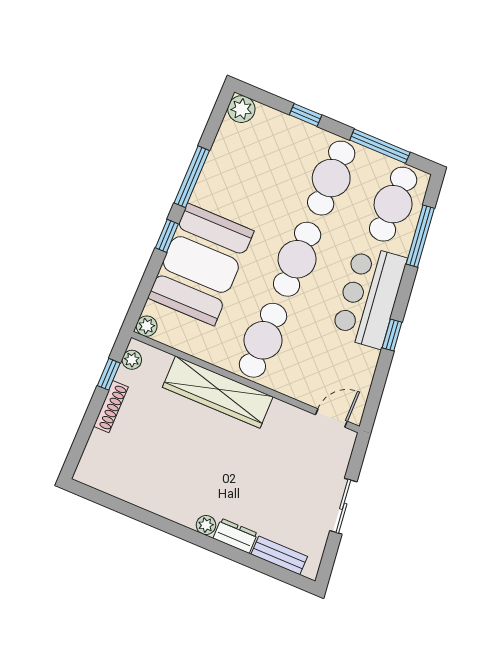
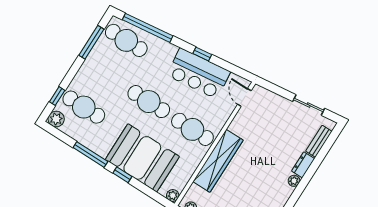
window: (306, 115) -> (57, 96), moved
cafe table: (331, 178) -> (84, 107), moved
window: (420, 236) -> (148, 28), width x1.46
bar counter: (369, 297) -> (199, 74), moved
sliding door: (343, 506) -> (309, 105), moved

